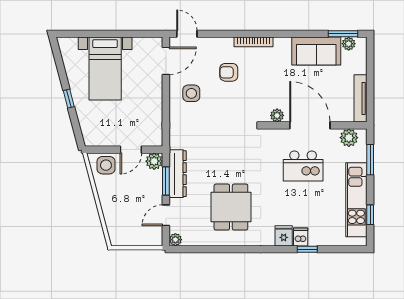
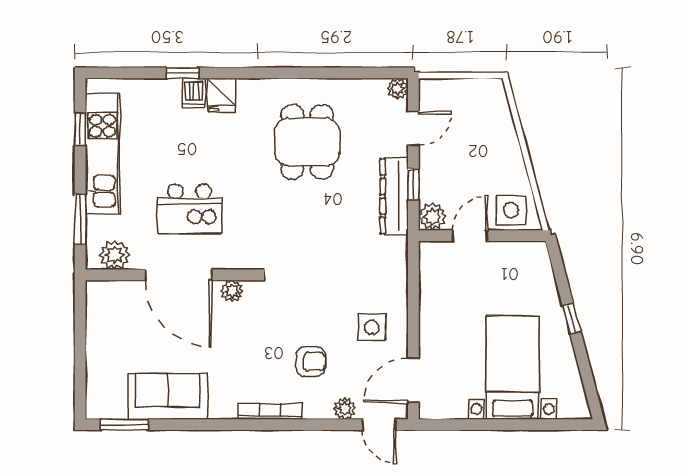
plant: (349, 44) -> (345, 408), moved
tv unit: (360, 98) -> (96, 319), removed
kitchen island: (303, 166) -> (190, 209), turned 180
window: (166, 181) -> (413, 184), width x0.67

